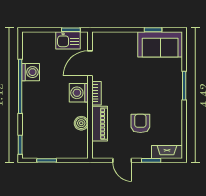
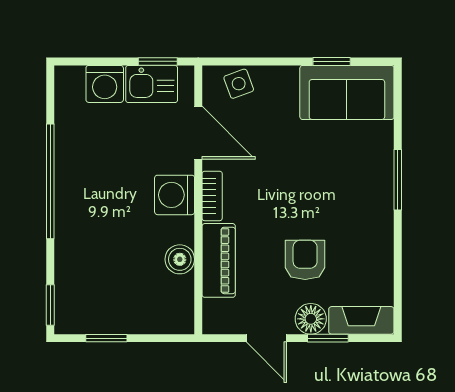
side table: (109, 40) -> (239, 84), added
door: (90, 63) -> (198, 133), swing flipped
washing machine: (31, 72) -> (105, 84), moved, turned 90
floor lamp: (143, 151) -> (311, 319), added

